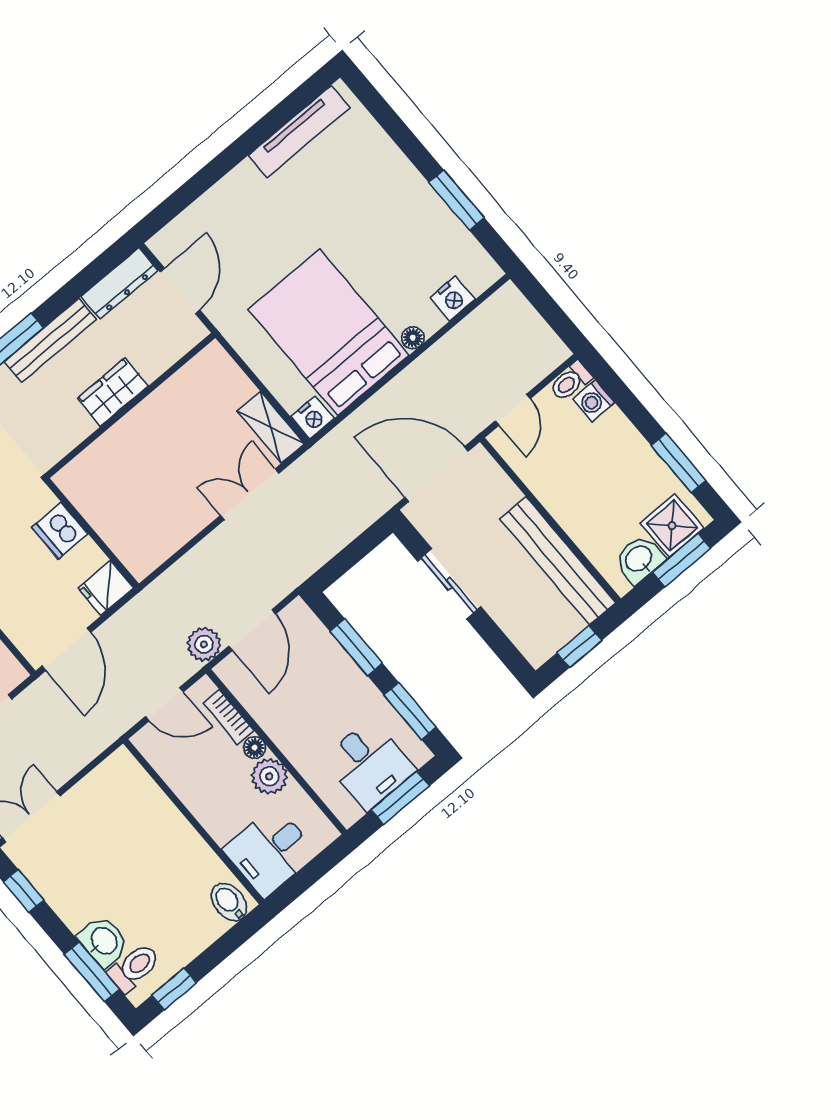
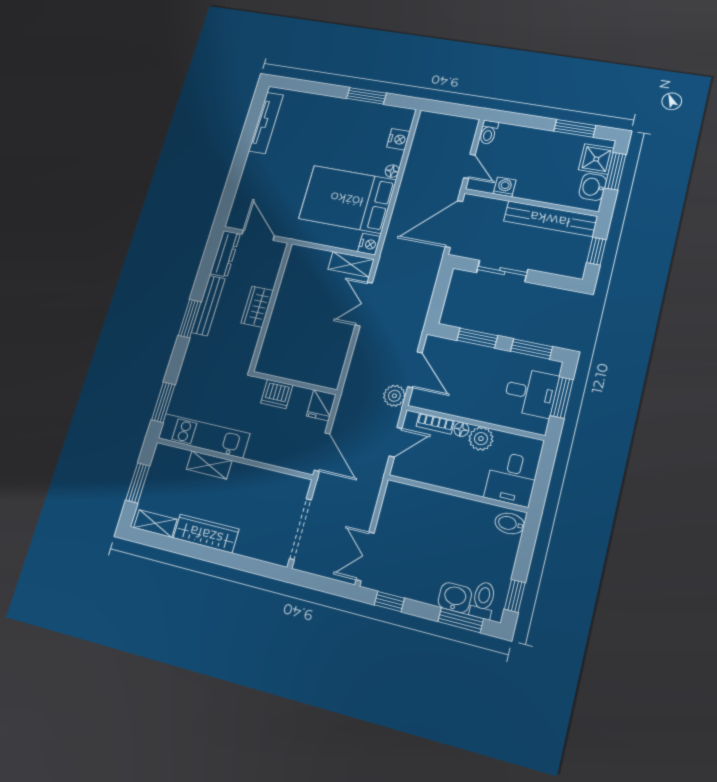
washing machine: (594, 401) -> (505, 187), moved, turned 180

